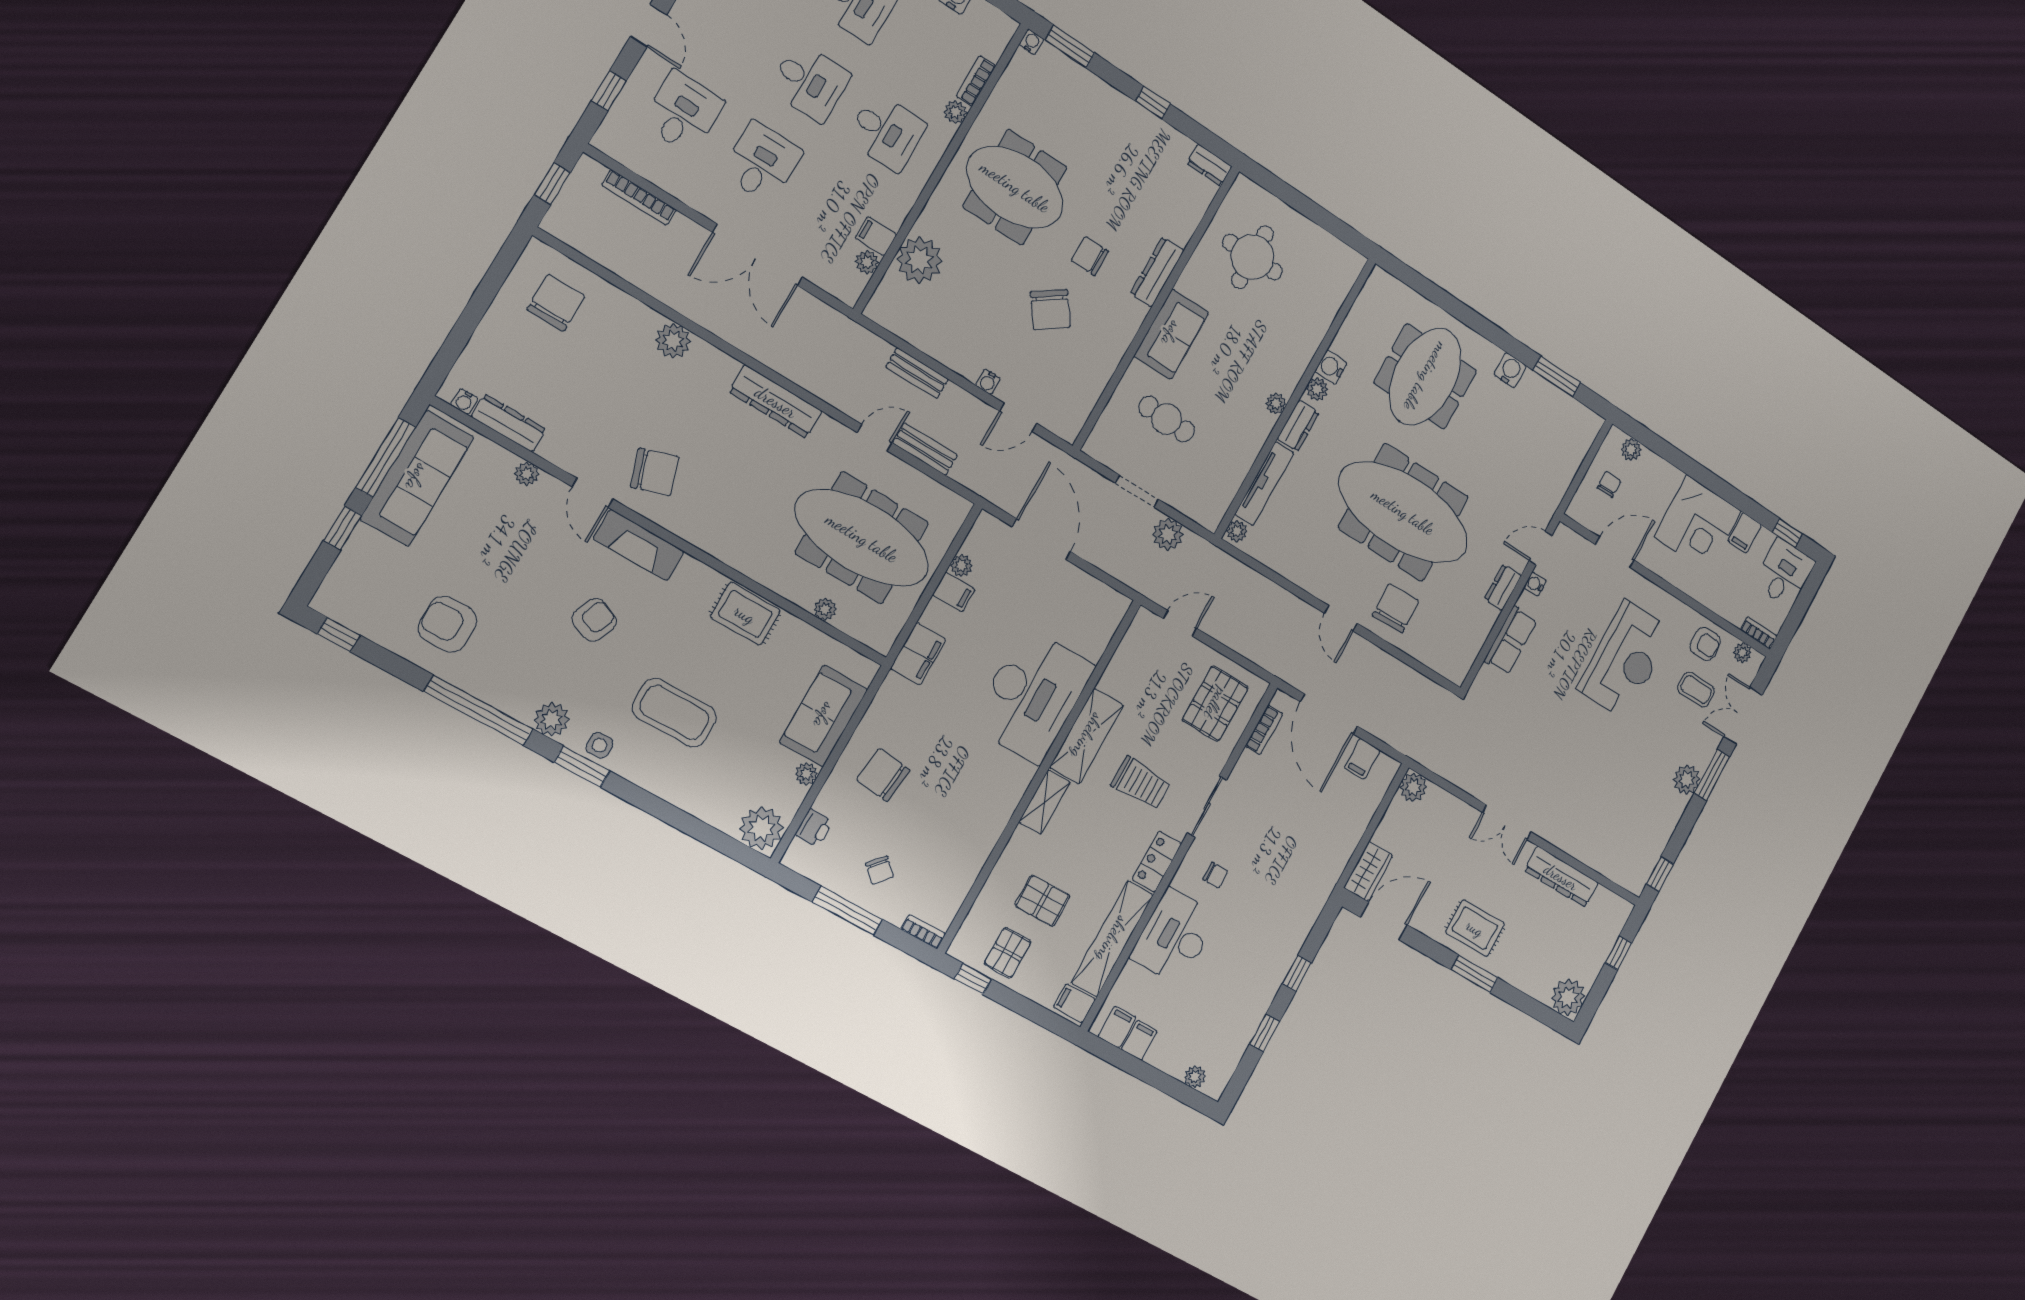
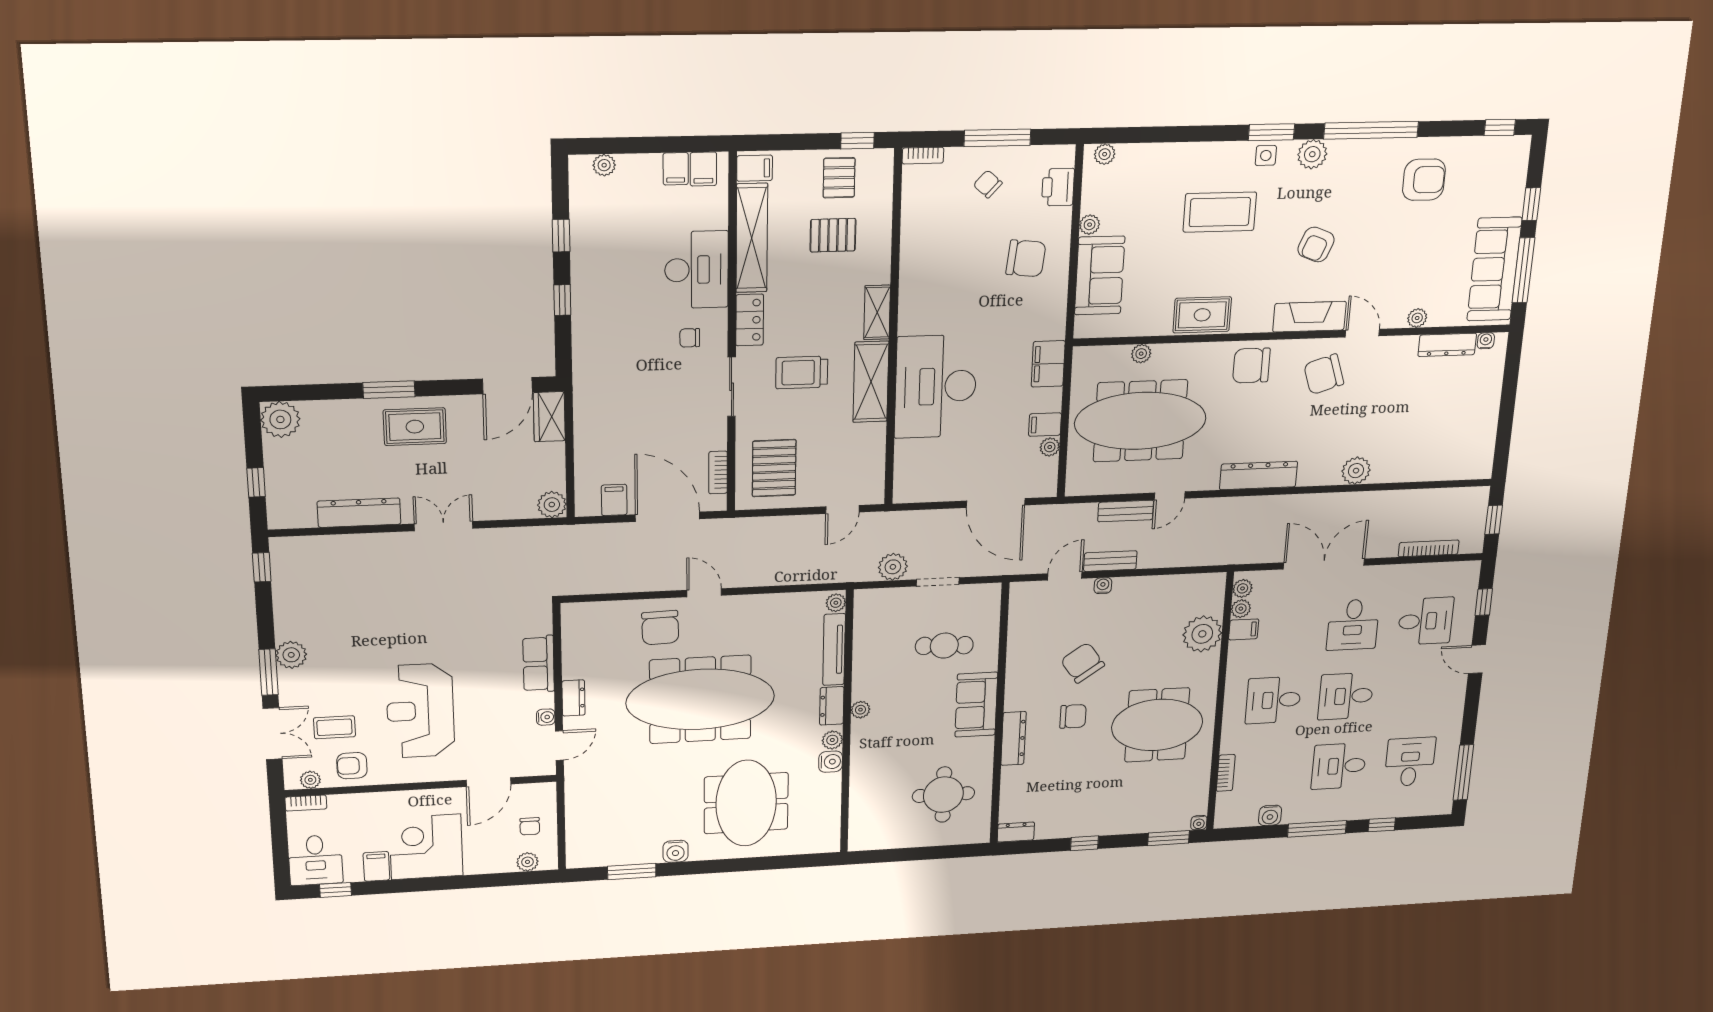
desk: (683, 112) -> (1426, 621), turned -90
plant: (955, 112) -> (1243, 588), moved
chair: (556, 303) -> (1251, 365), moved, turned 90
bench: (917, 373) -> (1110, 561), moved
plant: (761, 828) -> (1105, 154), width x0.53, depth x0.53
printer: (814, 828) -> (1058, 187), width x1.36, depth x1.24

